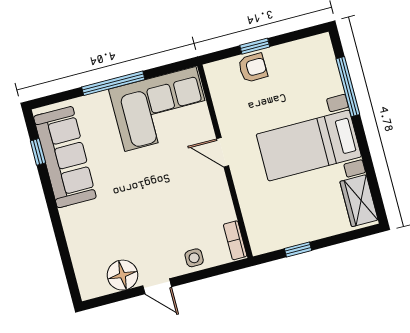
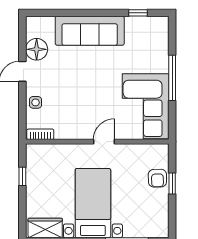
sofa: (65, 157) -> (90, 31), moved

